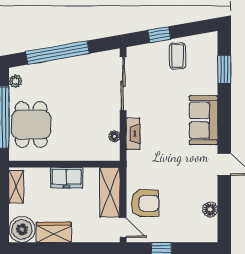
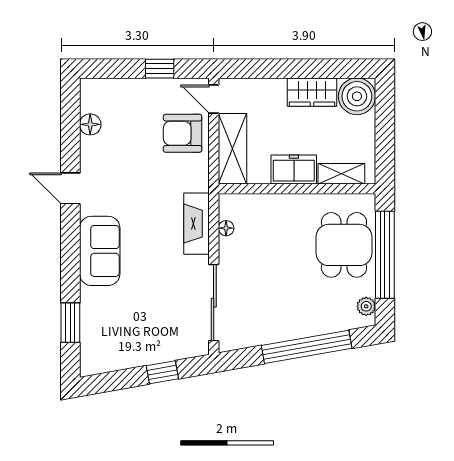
coffee table: (177, 56) -> (137, 342), removed
fireplace: (133, 134) -> (196, 224), width x1.37, depth x1.32
shelving: (16, 187) -> (341, 174), moved, turned 90

